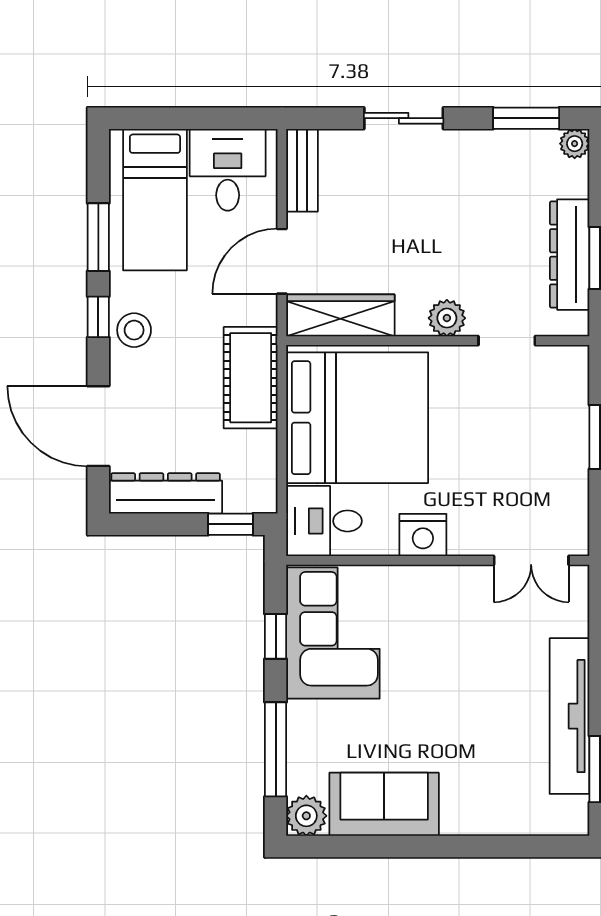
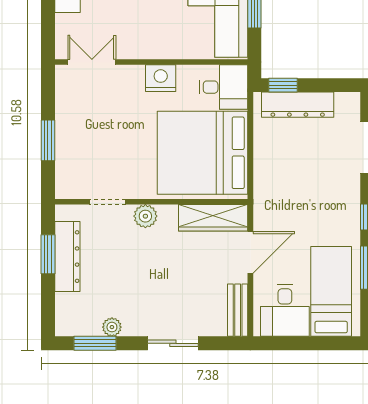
plant: (575, 144) -> (112, 327), moved
stool: (134, 330) -> (344, 208), removed
cot: (251, 378) -> (270, 178), removed
dresser: (166, 493) -> (298, 105), moved

